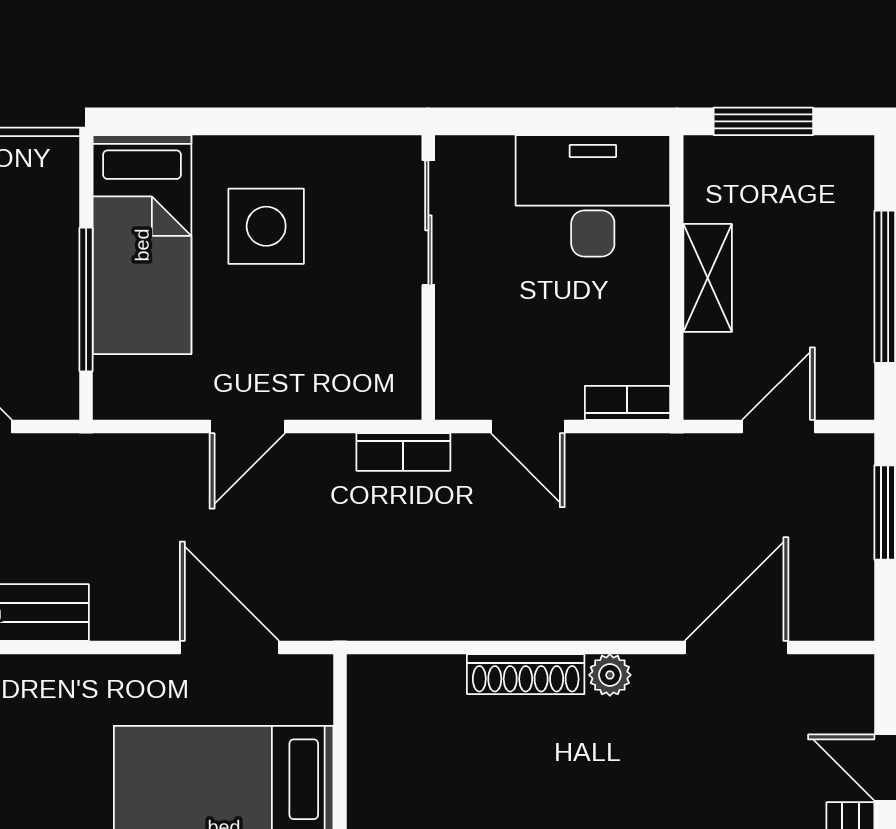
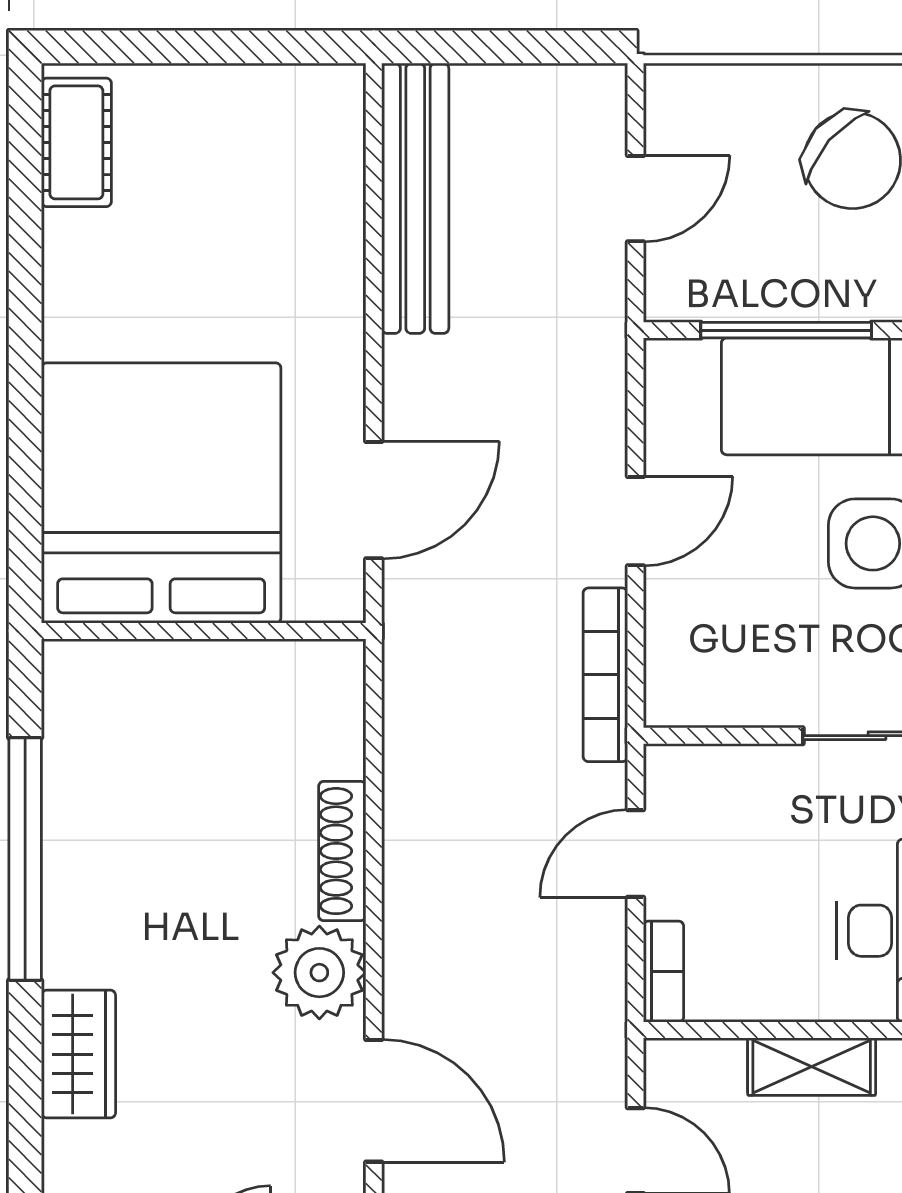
door: (247, 427) -> (635, 521), swing flipped
bookcase: (403, 452) -> (605, 675), width x1.56
plant: (610, 675) -> (319, 973), width x1.87, depth x1.87

